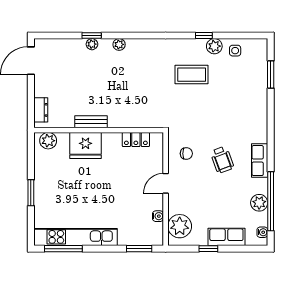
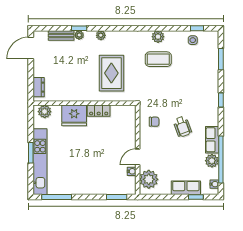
window: (204, 36) -> (197, 28), moved
plant: (214, 46) -> (158, 37), moved
rug: (133, 92) -> (111, 73), added
bench: (91, 122) -> (61, 35), moved
window: (271, 126) -> (221, 100), added
locker: (136, 140) -> (99, 111), moved
row of seats: (260, 161) -> (212, 140), moved
door: (166, 183) -> (138, 157), moved
kitchen unit: (75, 237) -> (40, 162), moved, turned 90
window: (208, 249) -> (196, 197), moved

